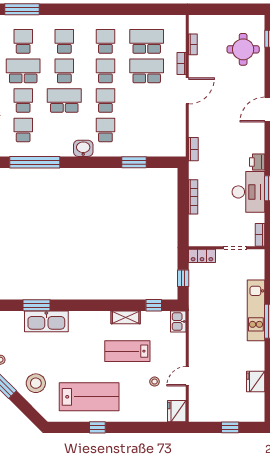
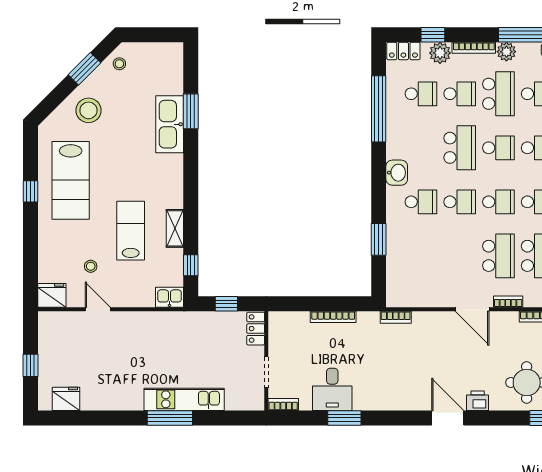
printer: (257, 162) -> (478, 401), moved
desk: (248, 192) -> (332, 389), width x0.73
fridge: (256, 382) -> (66, 399), moved

